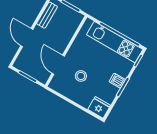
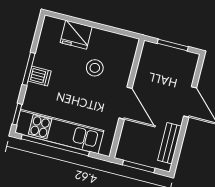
door: (58, 65) -> (126, 103), moved
fridge: (99, 107) -> (76, 35), moved

